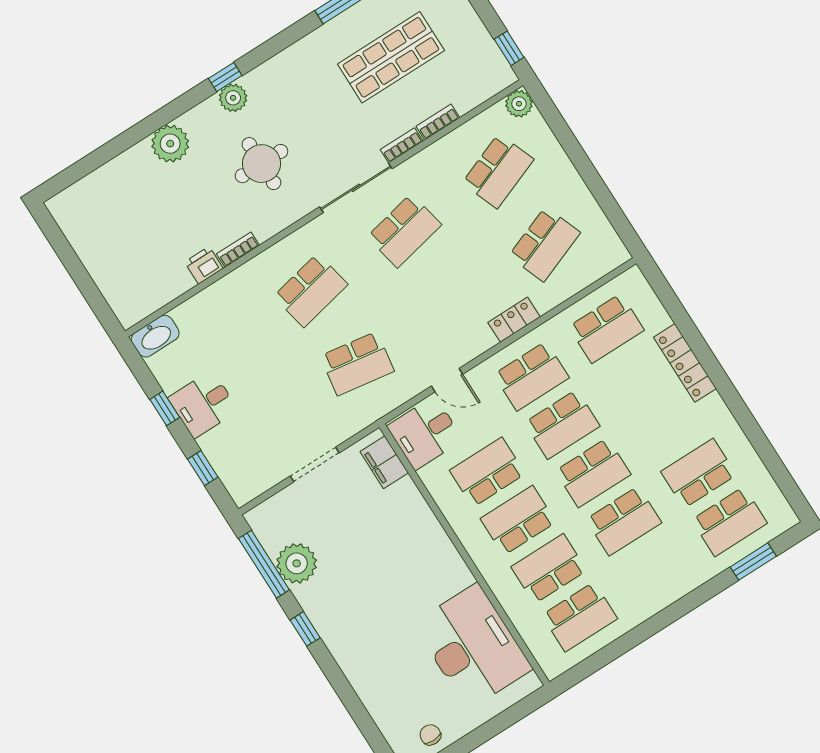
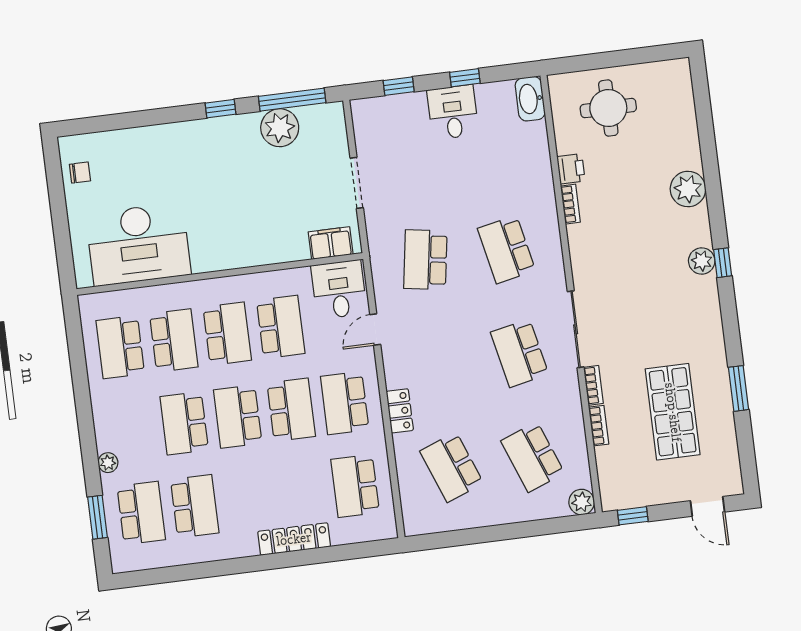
round table: (261, 164) -> (608, 108), moved
school desk: (562, 424) -> (291, 410), turned 180
school desk: (729, 522) -> (141, 513), turned 180
plant: (696, 576) -> (108, 463), added

